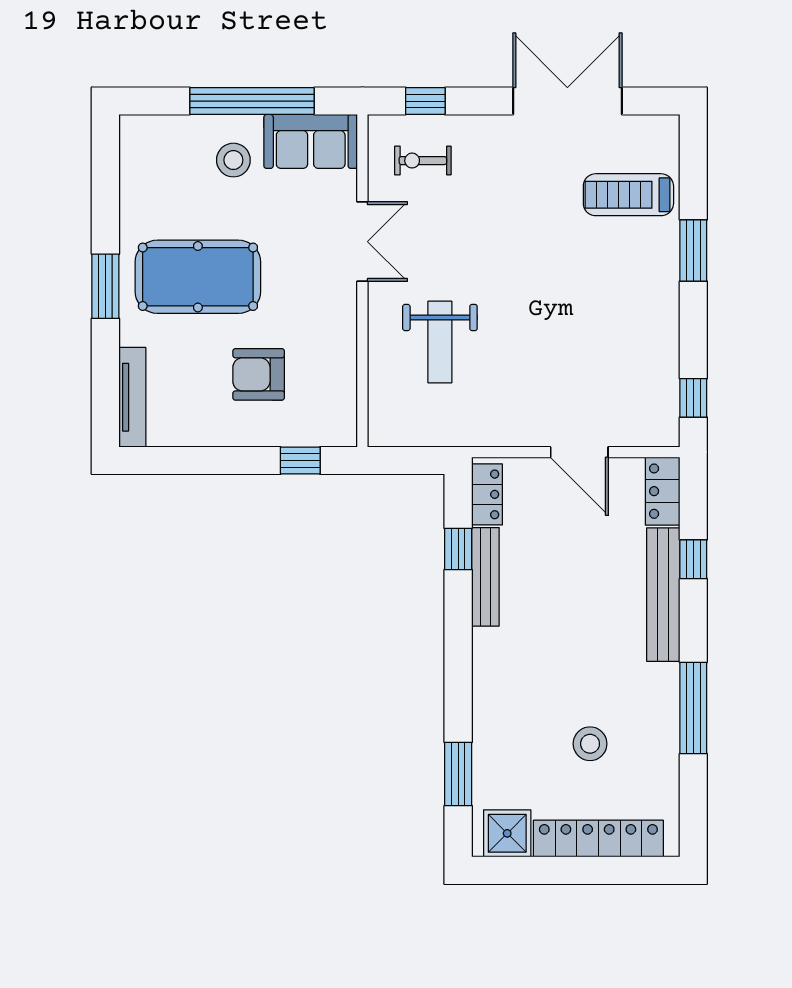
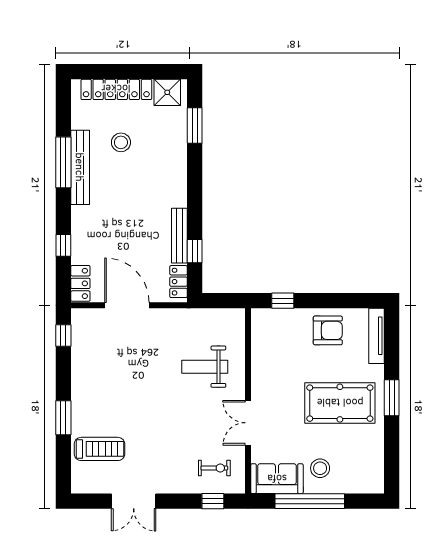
double door: (567, 101) -> (134, 501), width x0.73
weight bench: (440, 342) -> (205, 367), turned -90
armchair: (259, 374) -> (328, 330), moved
door: (579, 452) -> (127, 305), width x1.36
bench: (663, 595) -> (80, 167), moved

